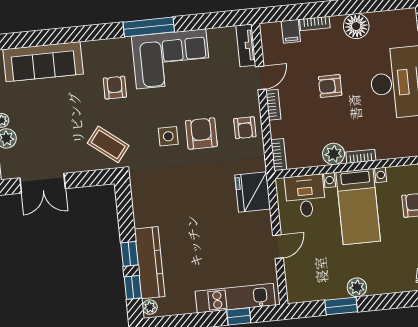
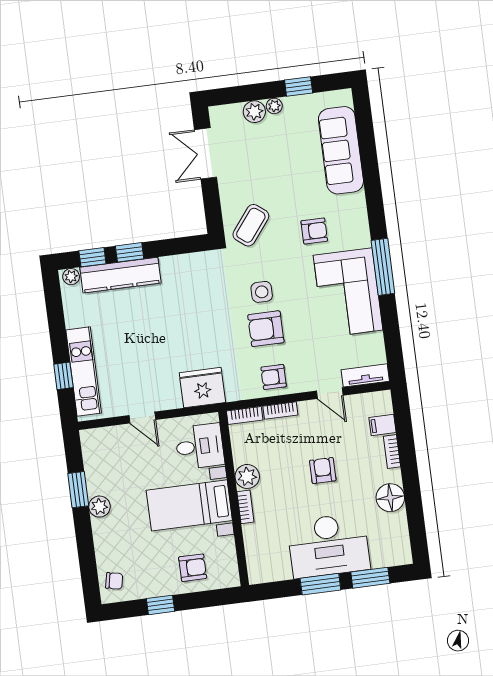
bookcase: (273, 105) -> (280, 411), moved
armchair: (201, 134) -> (266, 329), turned 180

